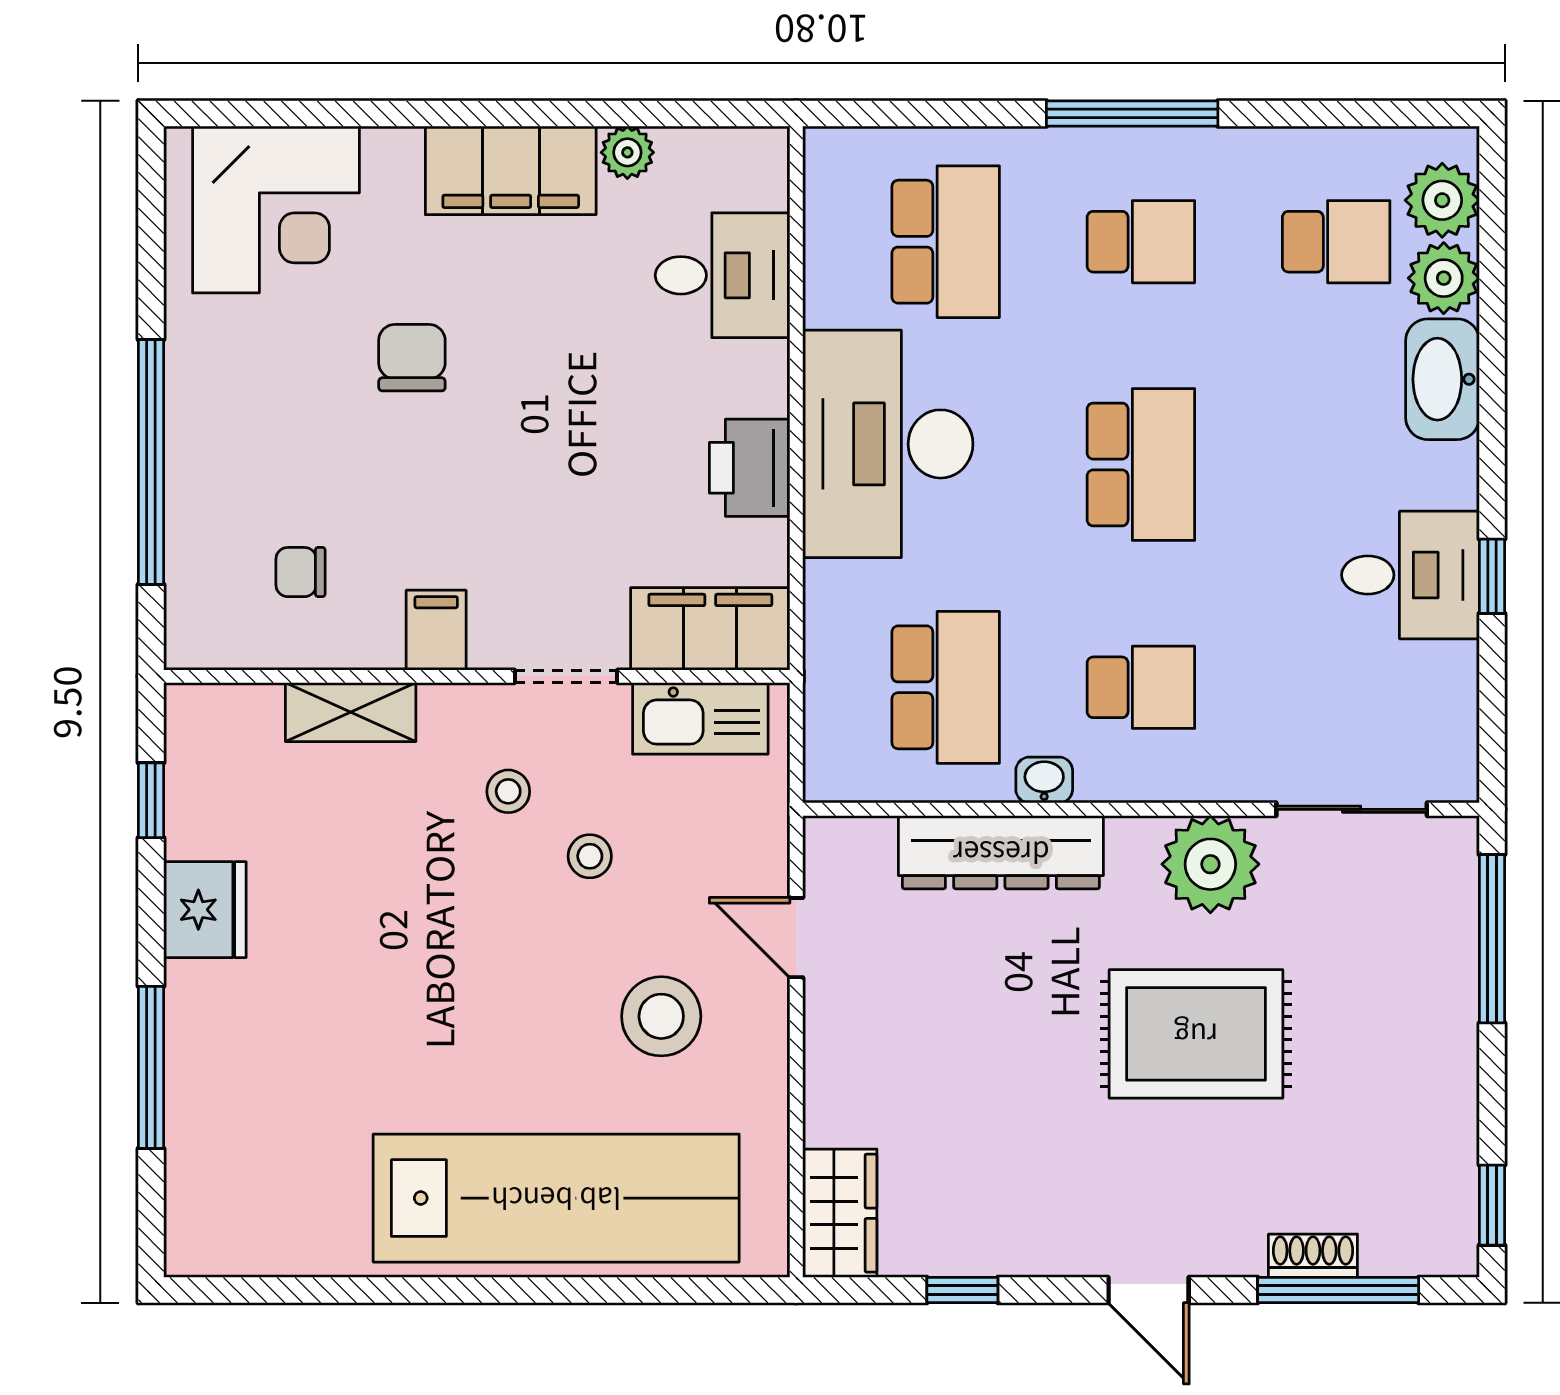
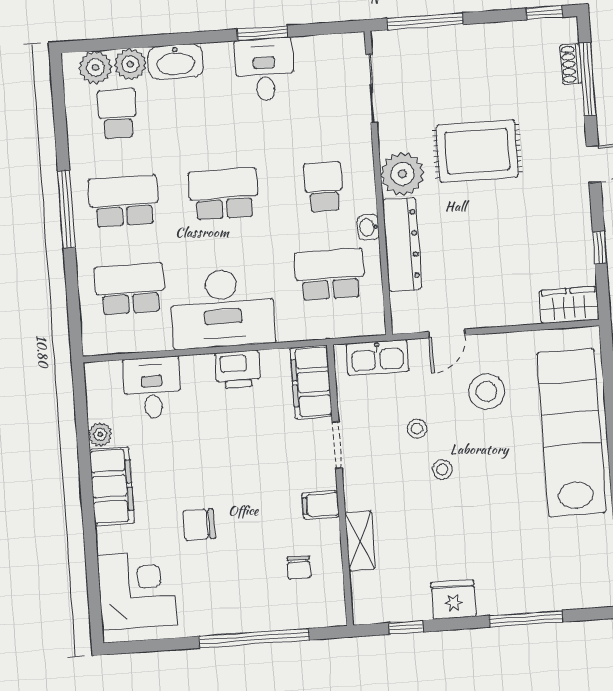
school desk: (1141, 242) -> (124, 201), width x1.85
window: (1492, 576) -> (262, 33), width x1.50
kitchen sink: (700, 718) -> (377, 357), moved, turned 90
stool: (508, 791) -> (442, 470), moved
plant: (1210, 864) -> (402, 174), moved
rug: (1196, 1034) -> (477, 151), turned 90
shoe rack: (1313, 1256) -> (571, 64), moved

